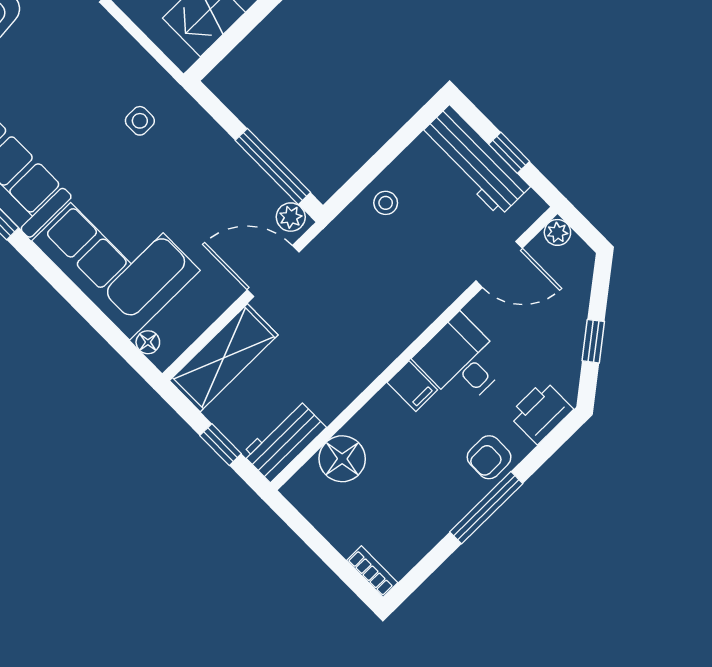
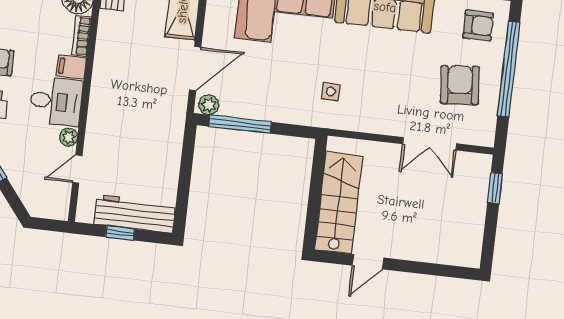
stool: (386, 203) -> (164, 153), removed
plant: (557, 232) -> (68, 137), moved
door: (499, 264) -> (77, 169), width x0.73
bookcase: (373, 412) -> (81, 36), added

